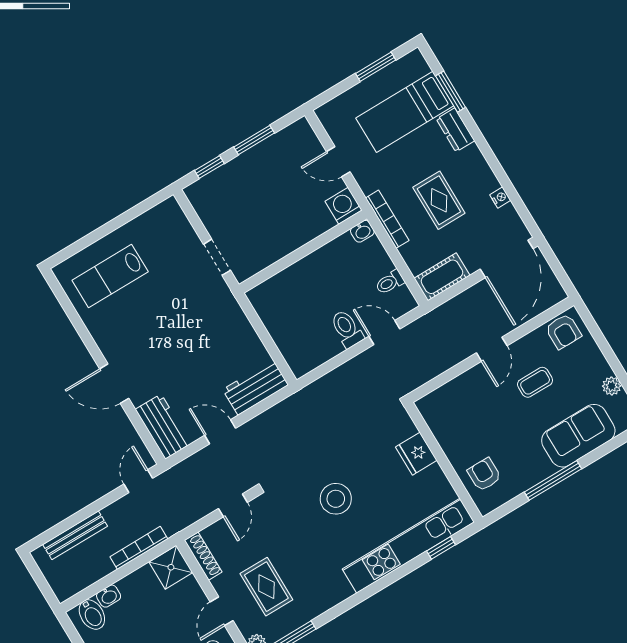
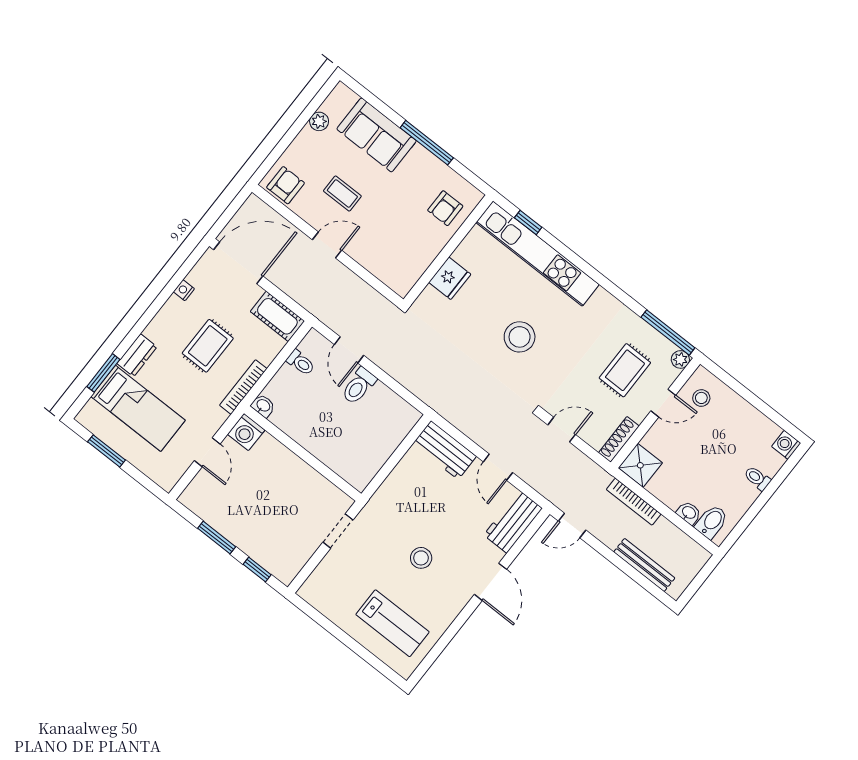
stool: (162, 326) -> (421, 558), added

